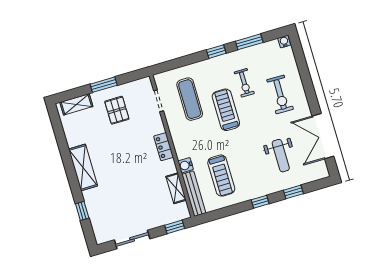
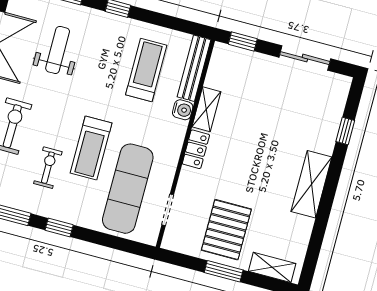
exercise mat: (190, 99) -> (128, 189), width x1.36, depth x1.45
pallet: (117, 110) -> (226, 230), width x1.50, depth x1.42
shelving: (176, 188) -> (206, 109), moved

